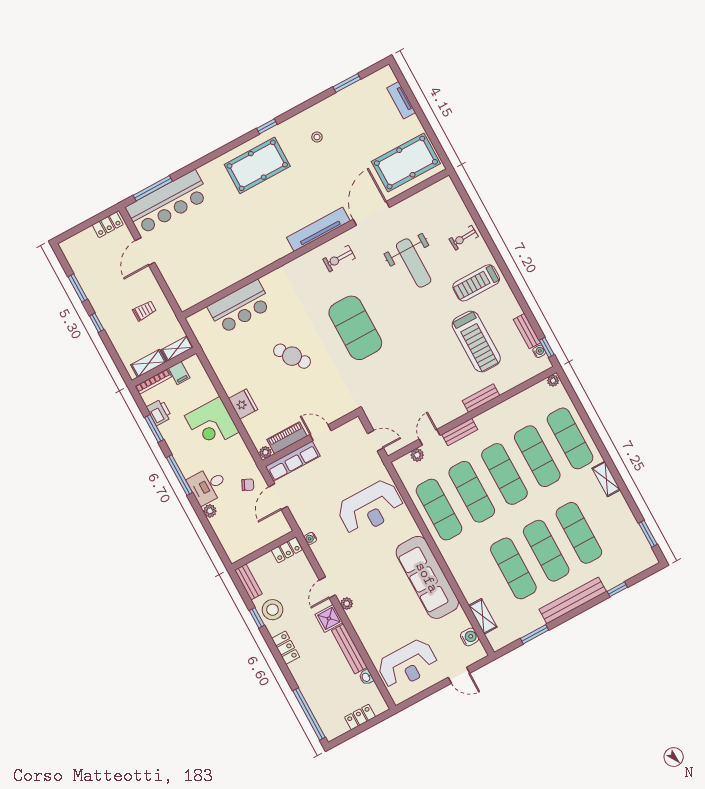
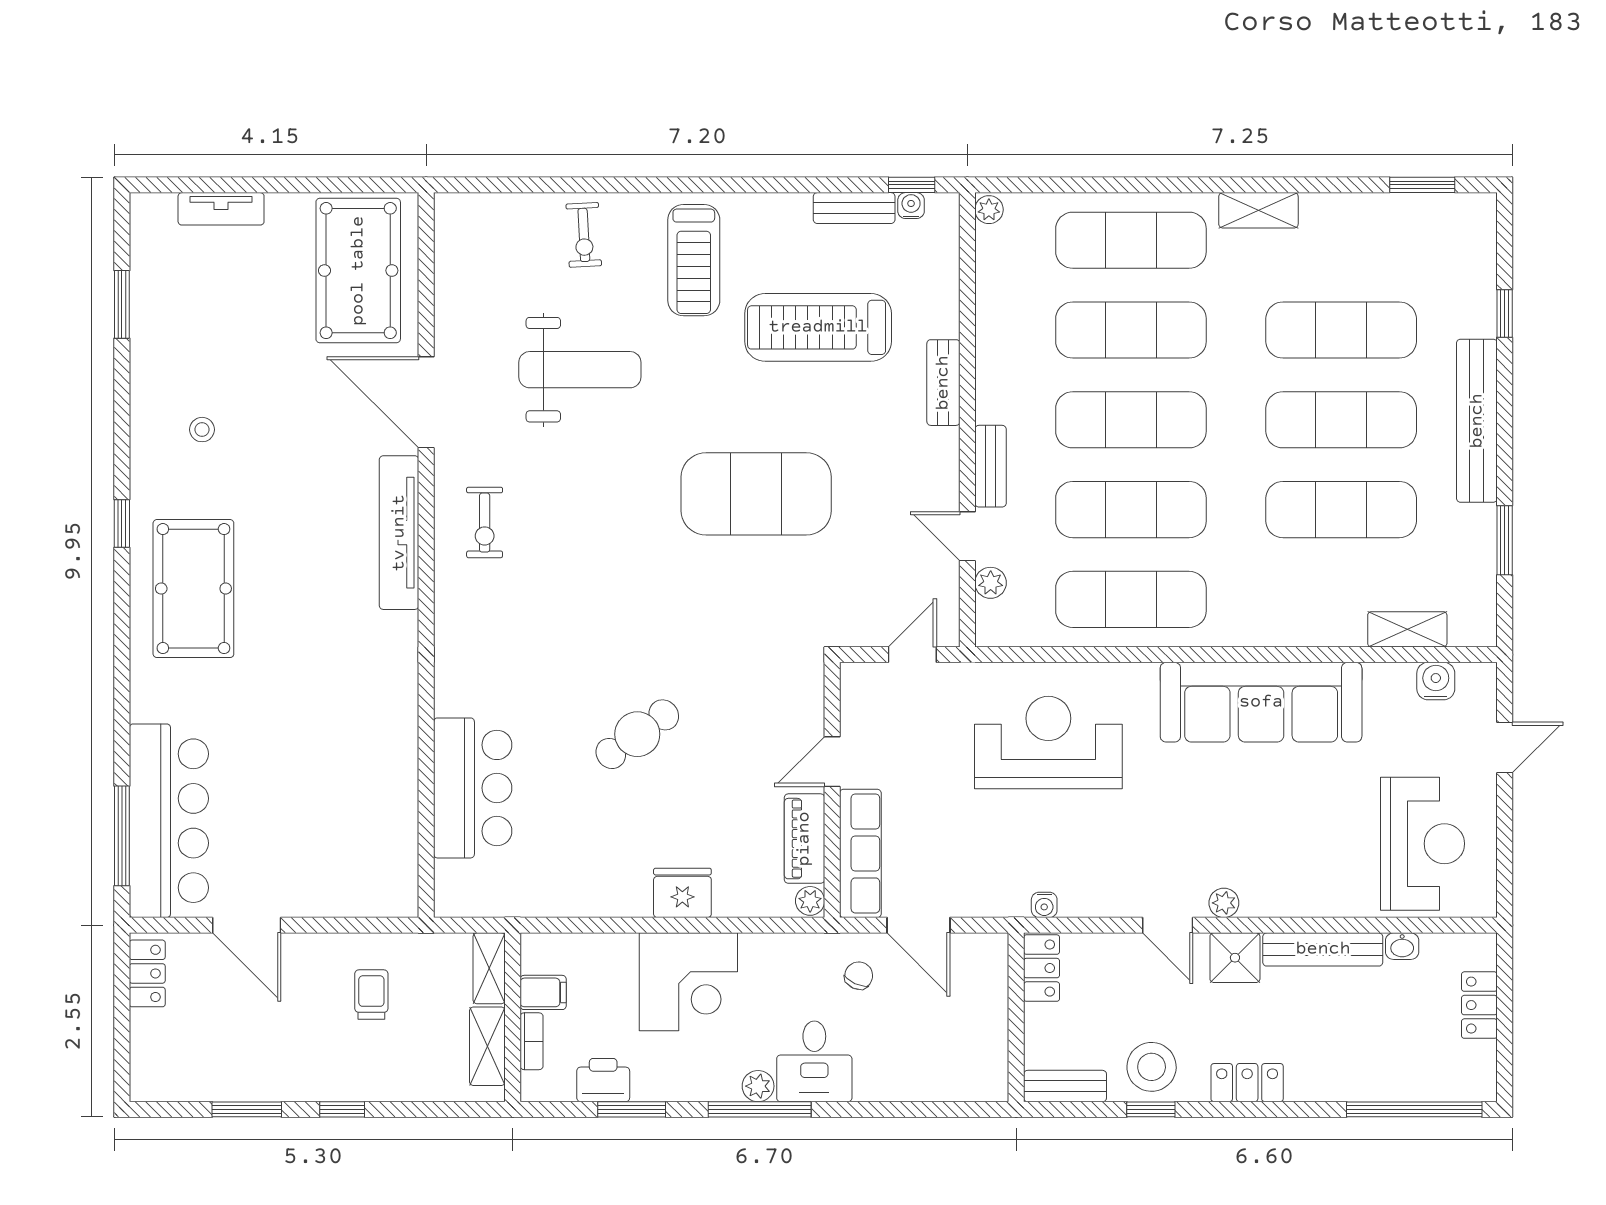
exercise mat: (355, 328) -> (756, 494), moved
treadmill: (476, 342) -> (818, 327), turned 180
bookcase: (153, 382) -> (532, 1041), width x0.64
reception desk: (370, 508) -> (1048, 743), turned -90
plant: (210, 511) -> (758, 1086), moved

